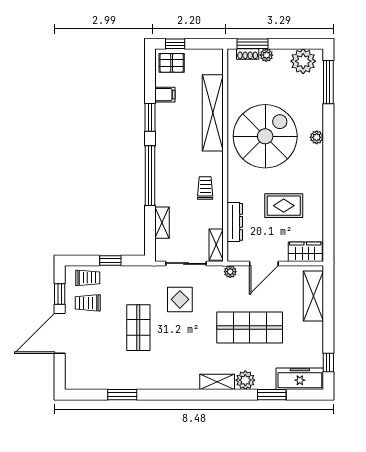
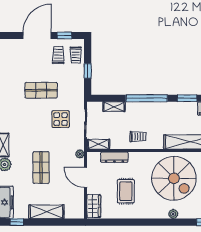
shelving: (313, 296) -> (46, 212), moved
shop shelf: (250, 328) -> (41, 167), width x0.70, depth x0.74
door: (60, 333) -> (37, 35), hinge flipped

